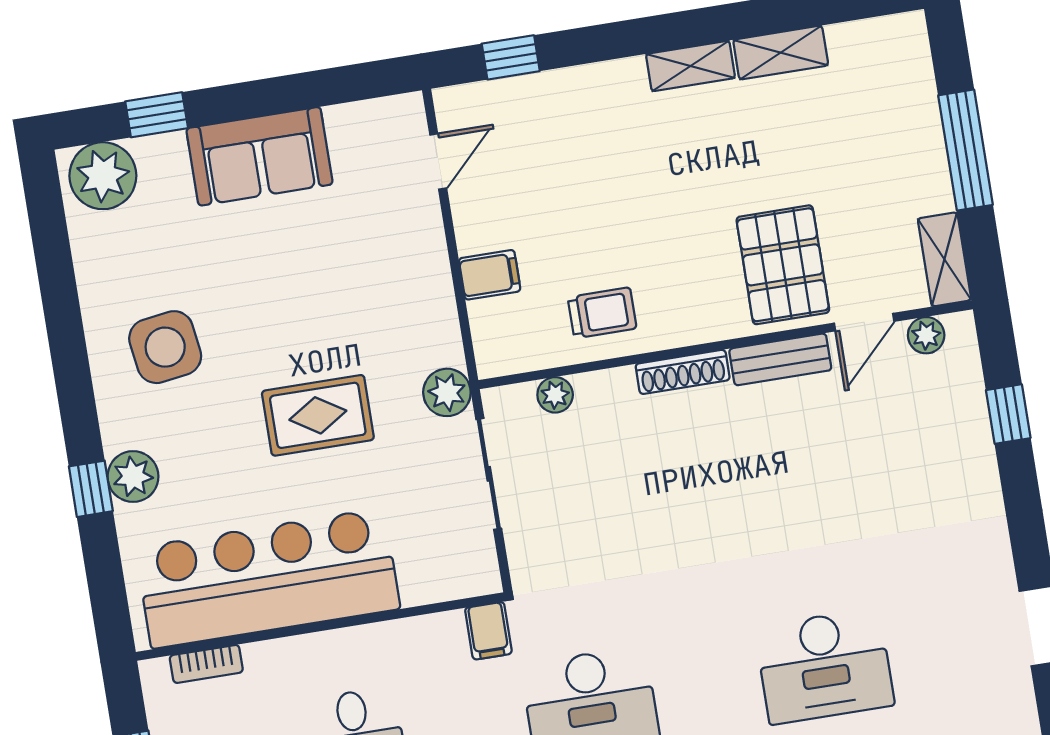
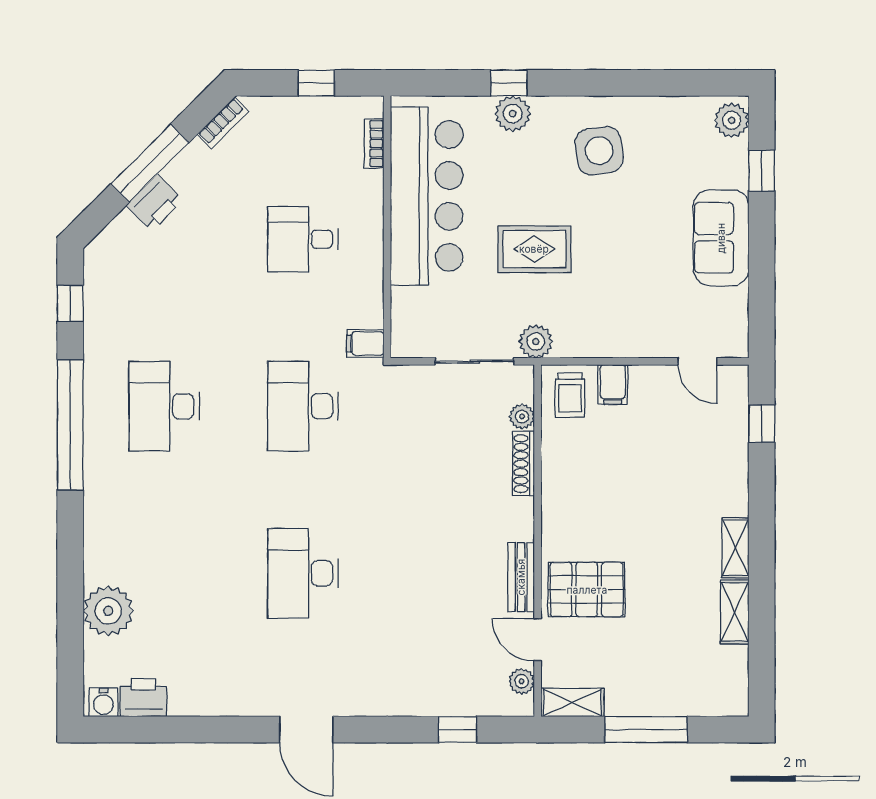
plant: (103, 176) -> (732, 120), width x0.73, depth x0.73
trolley: (602, 313) -> (570, 395), moved
shoe rack: (683, 372) -> (523, 464), moved
rug: (318, 415) -> (534, 249), turned 90

